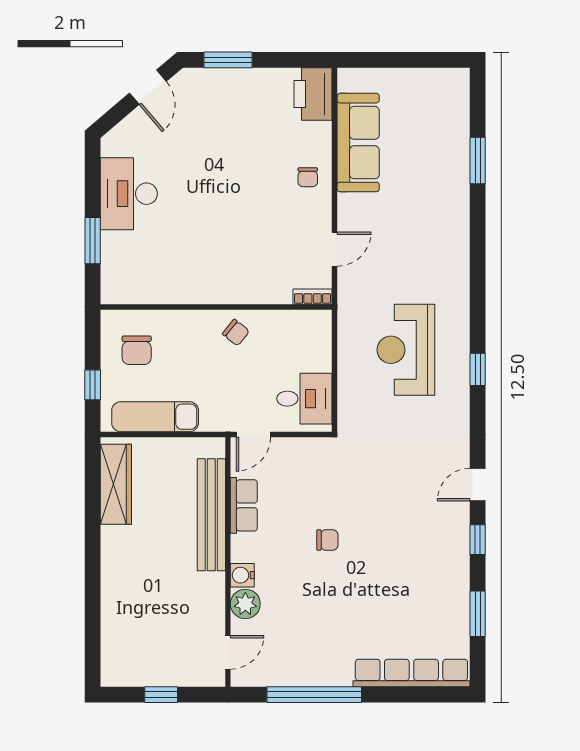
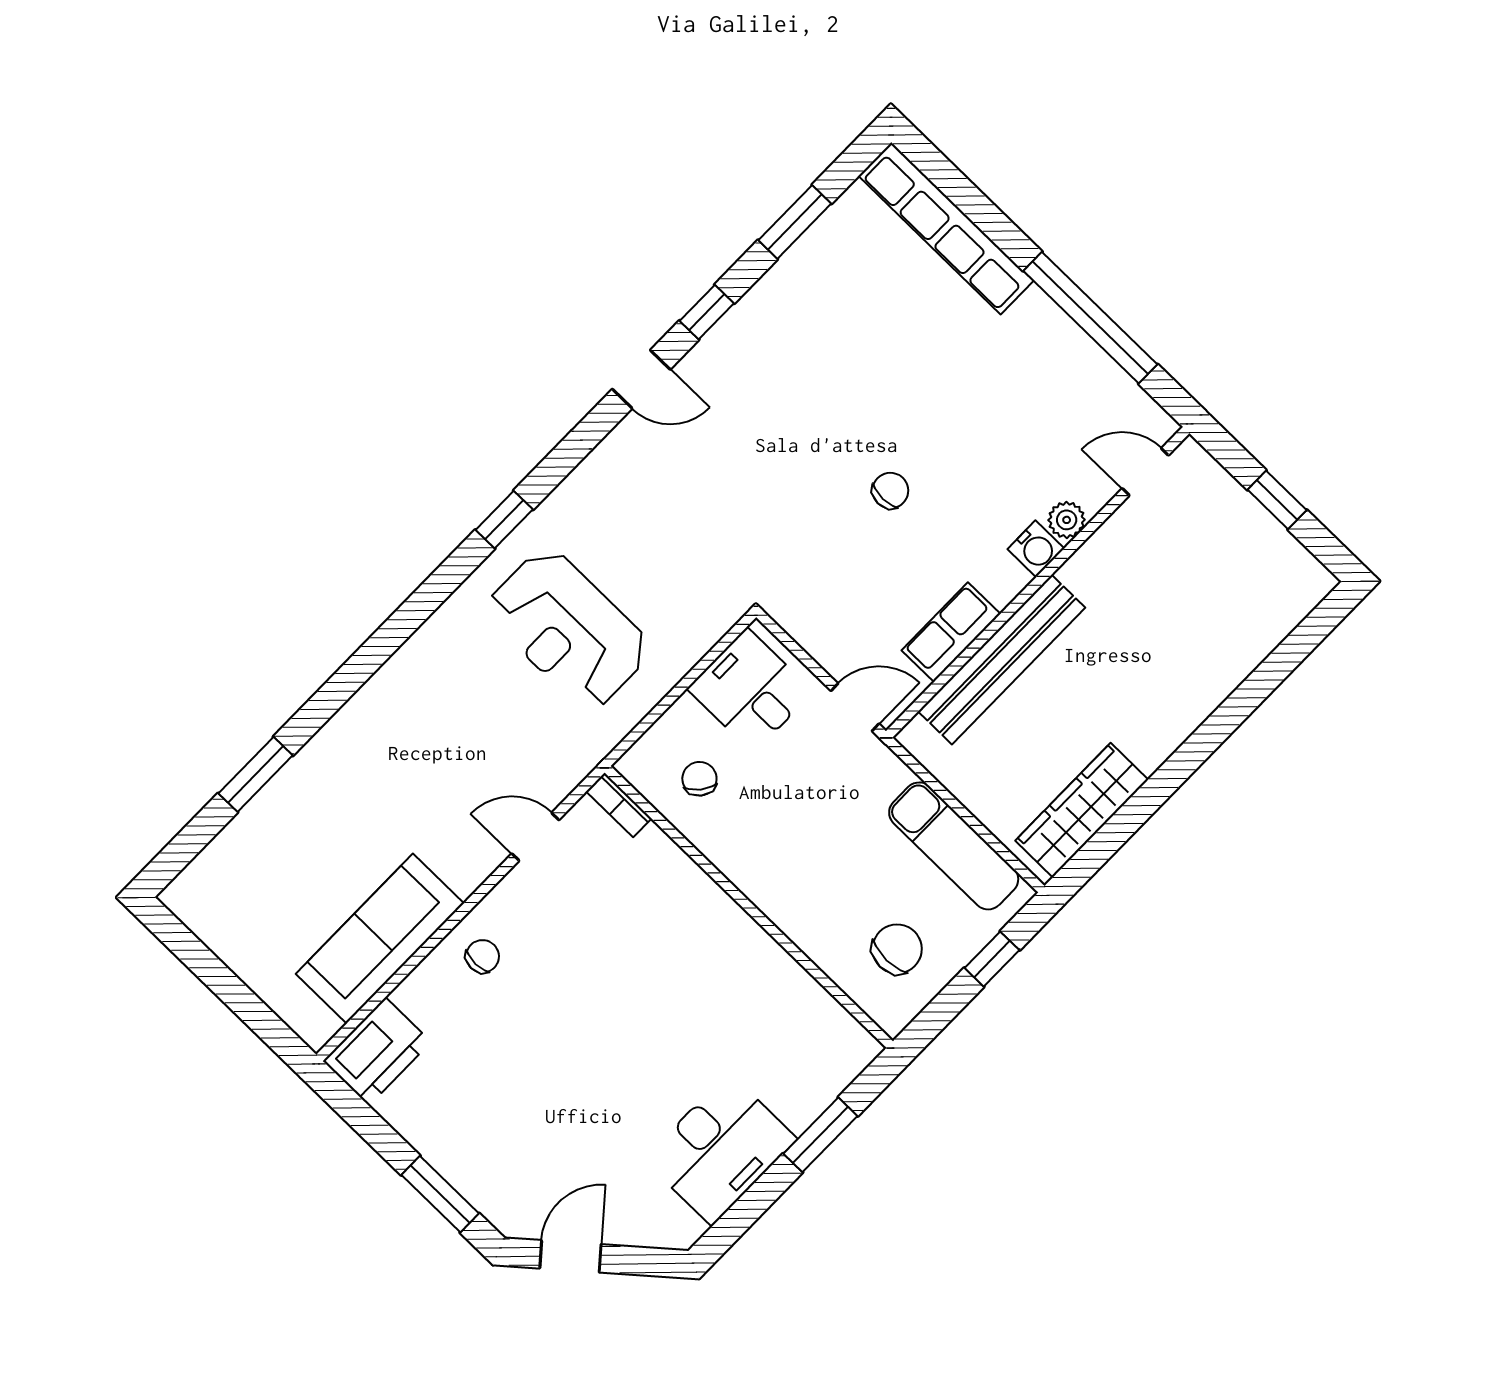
chair: (236, 333) -> (699, 779), moved
reception desk: (406, 350) -> (568, 629), turned 90
chair: (327, 540) -> (890, 491), turned 90
plant: (245, 604) -> (1067, 520), width x0.73, depth x0.73

